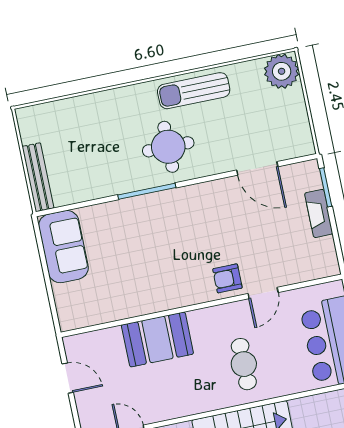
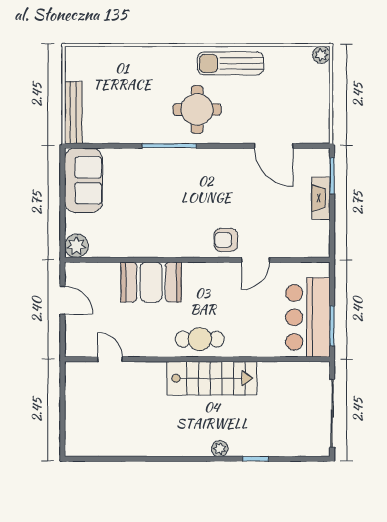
plant: (282, 71) -> (321, 55), width x0.53, depth x0.53
plant: (70, 318) -> (76, 246), added
cafe table: (244, 364) -> (200, 339), moved, turned 90

